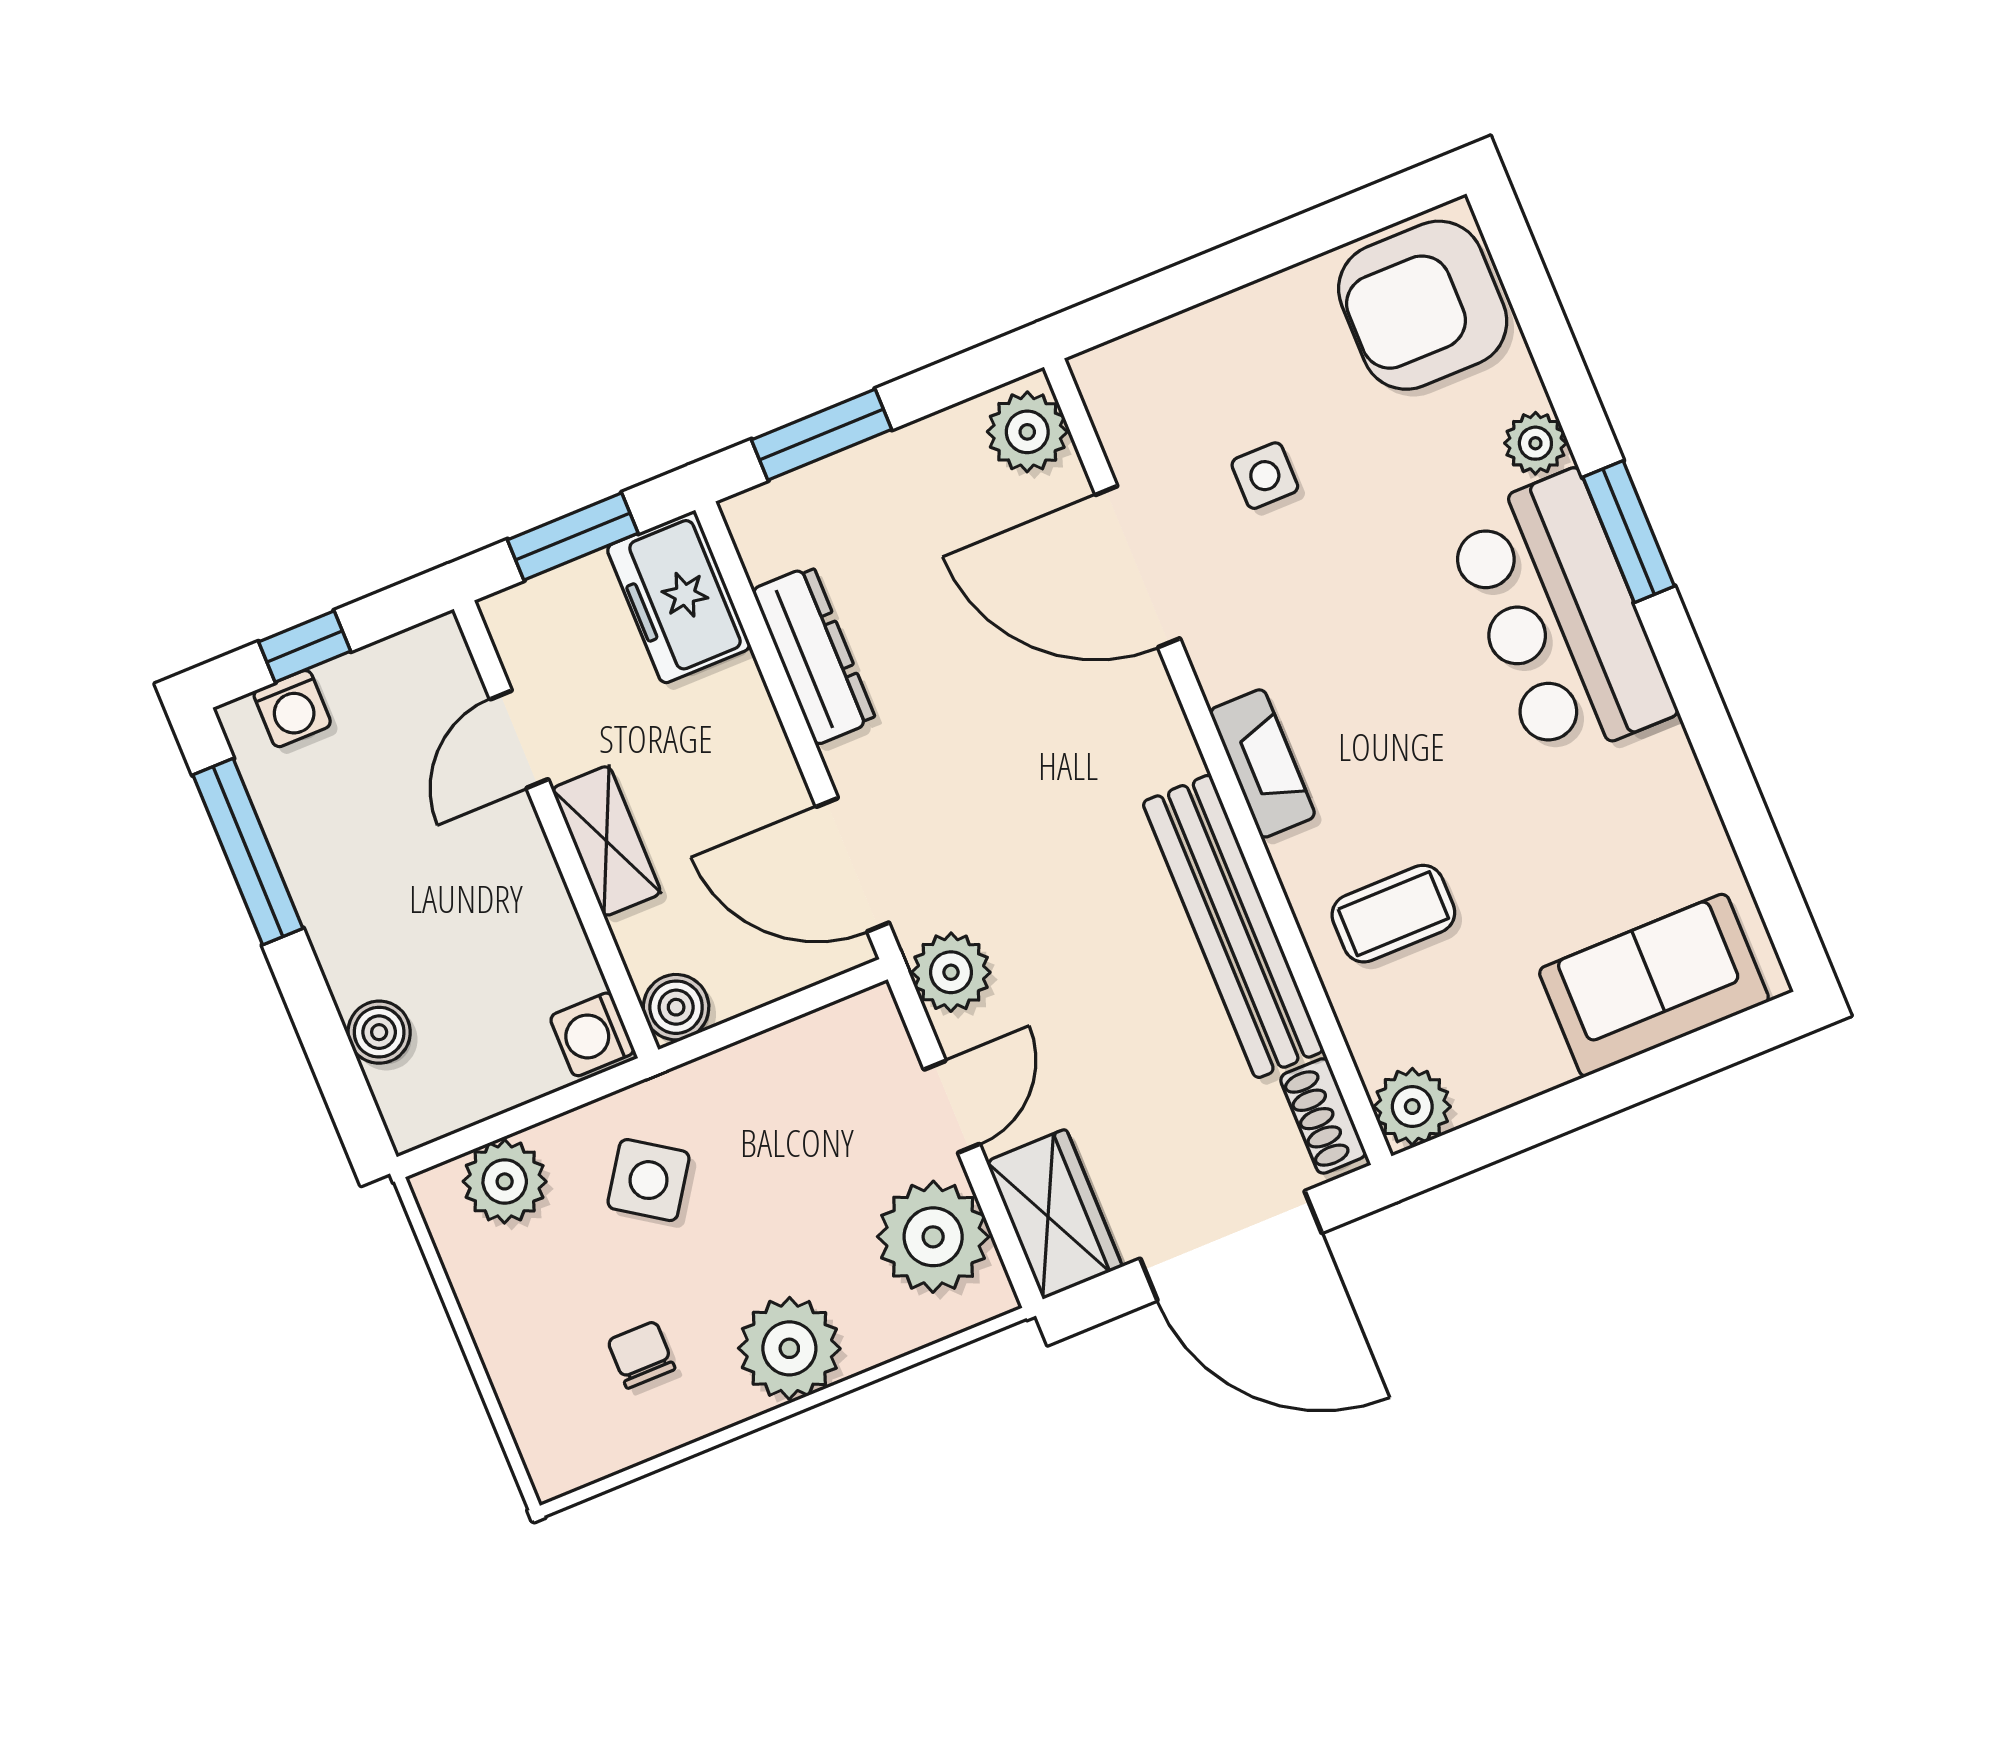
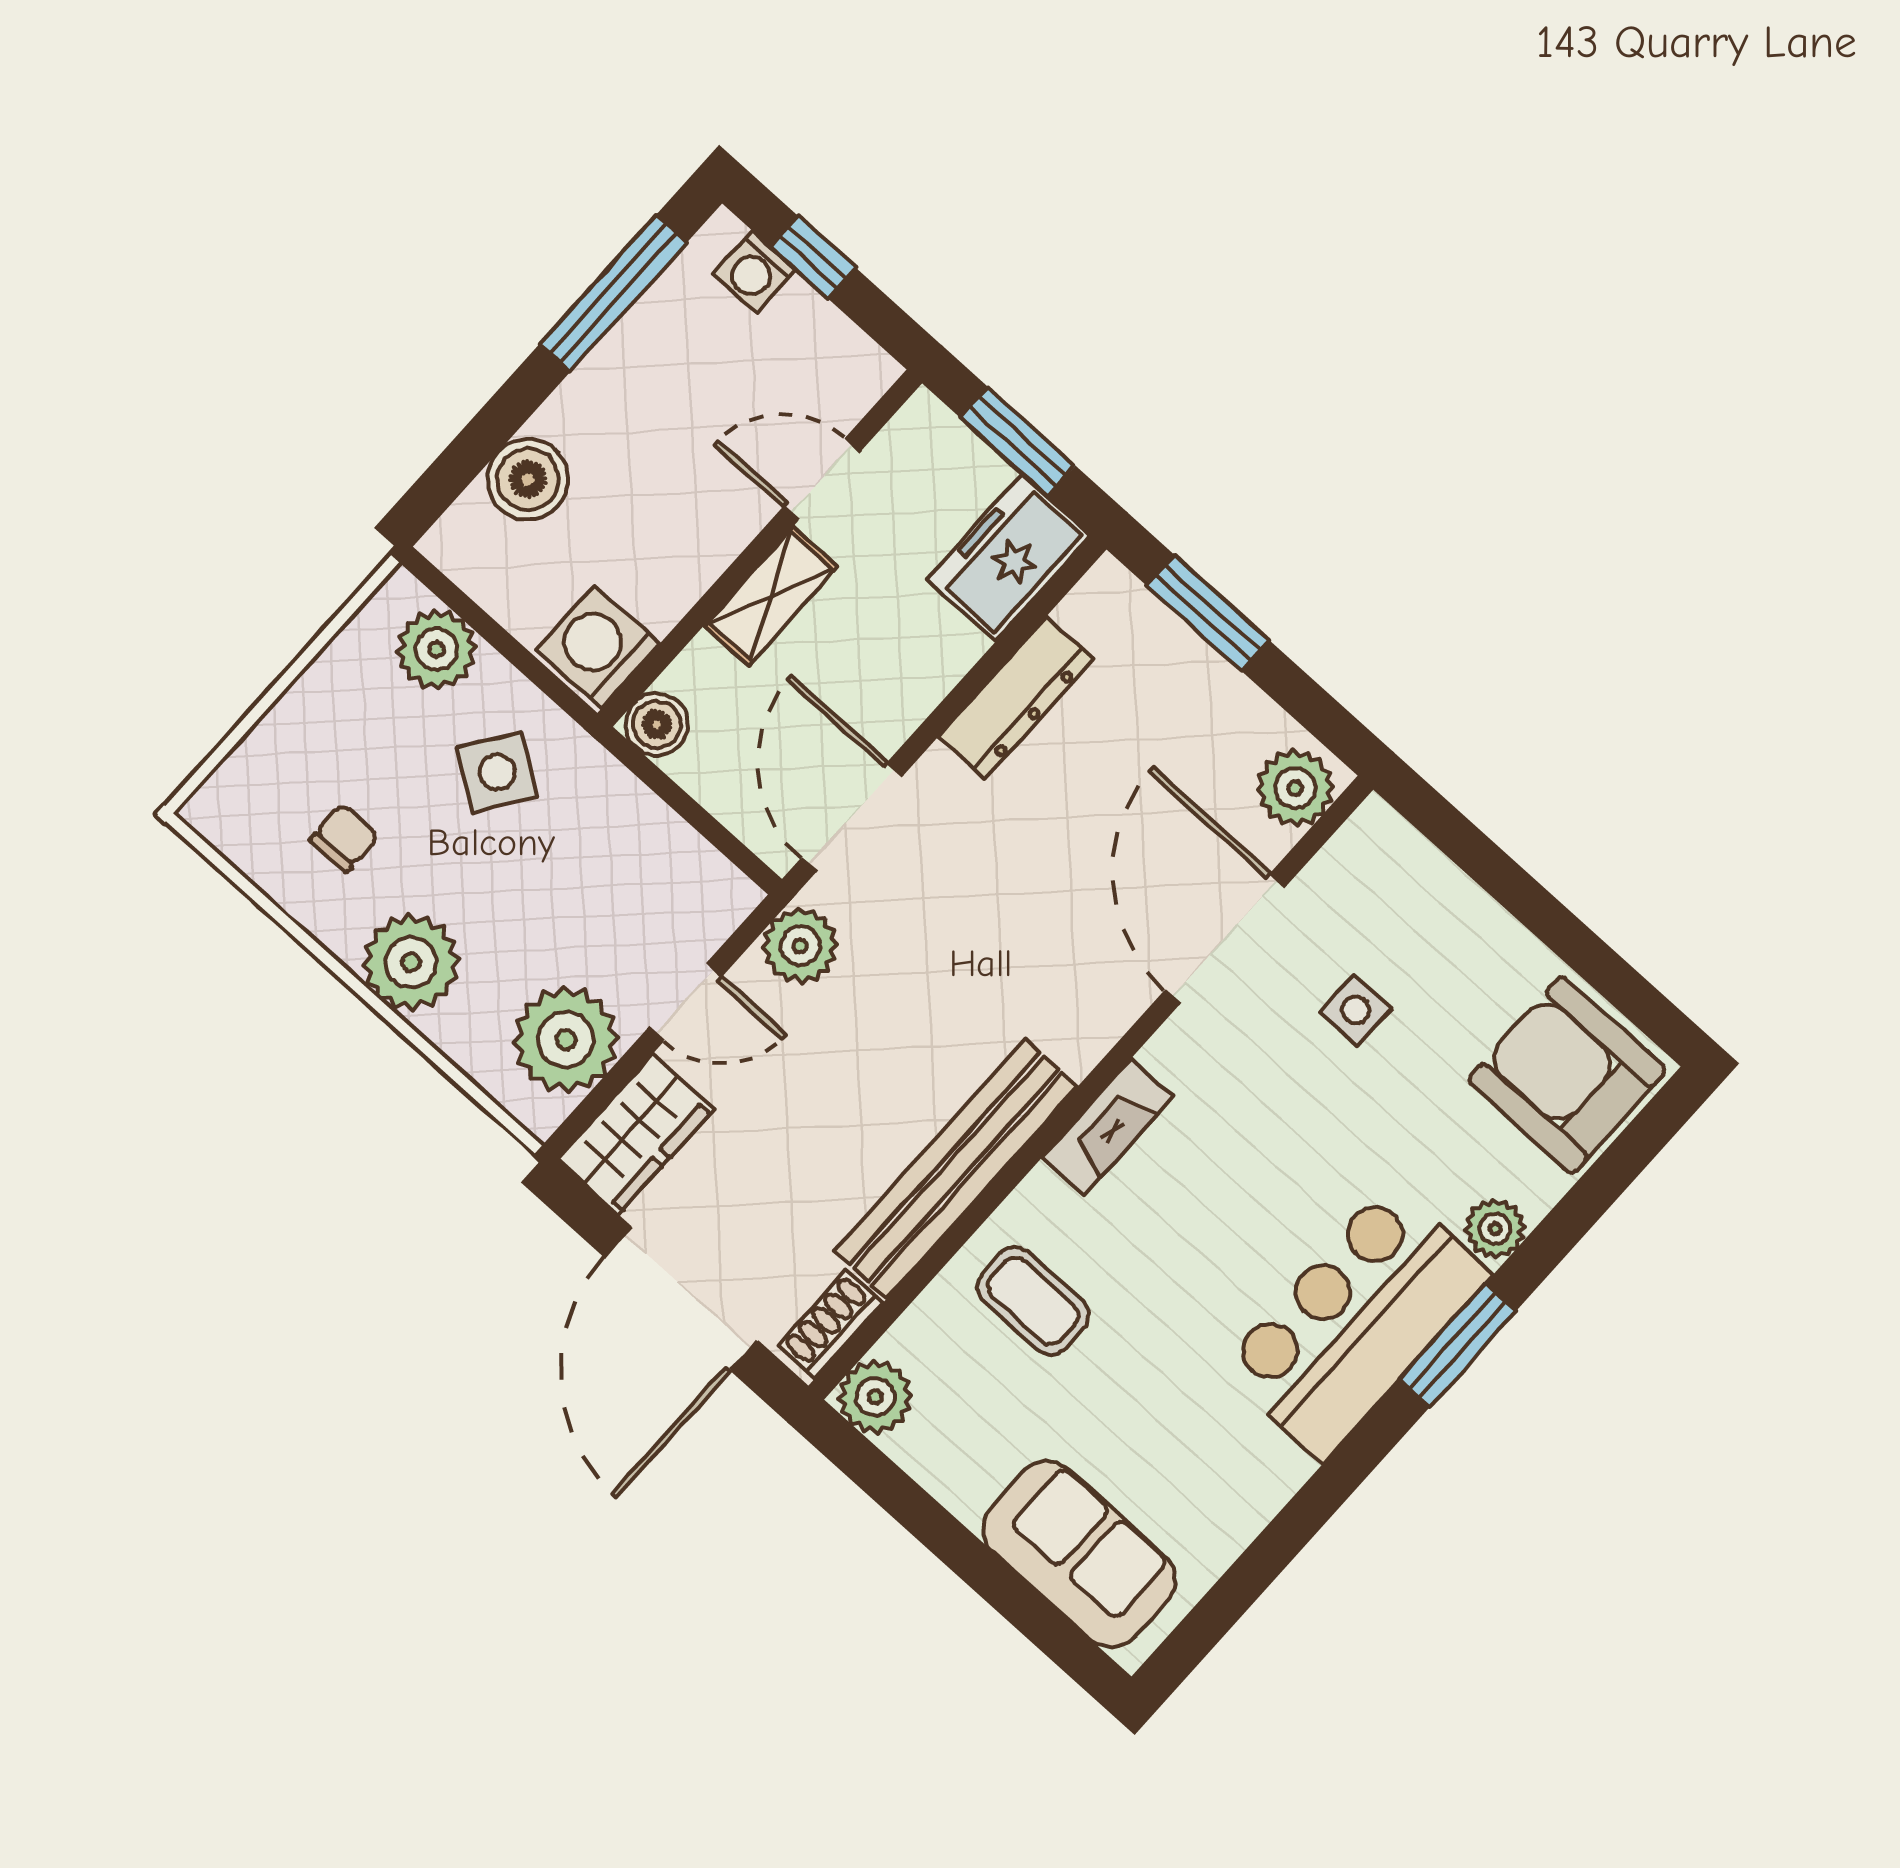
boiler: (379, 1032) -> (528, 479), width x1.36, depth x1.36
washing machine: (592, 1034) -> (598, 647), width x1.38, depth x1.38

